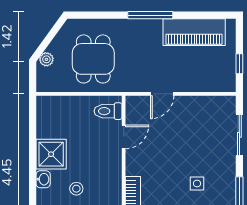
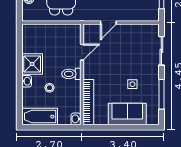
toilet: (108, 111) -> (71, 74), moved

